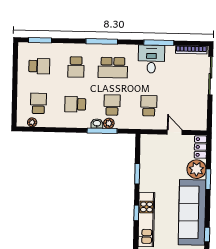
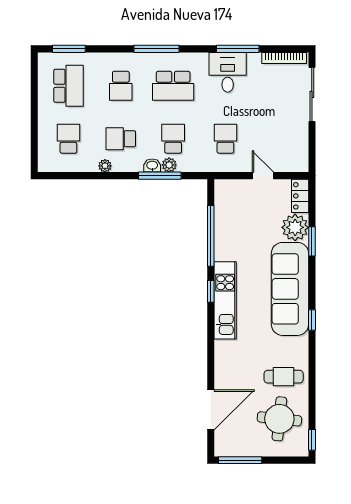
school desk: (39, 66) -> (68, 86), width x1.85
plant: (32, 122) -> (105, 166), moved
window: (137, 174) -> (211, 236), width x2.11

